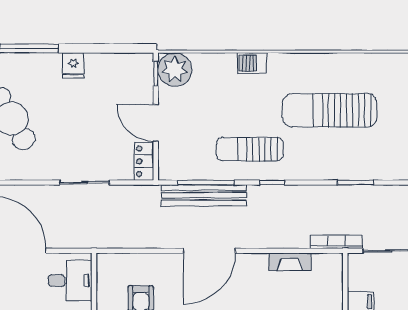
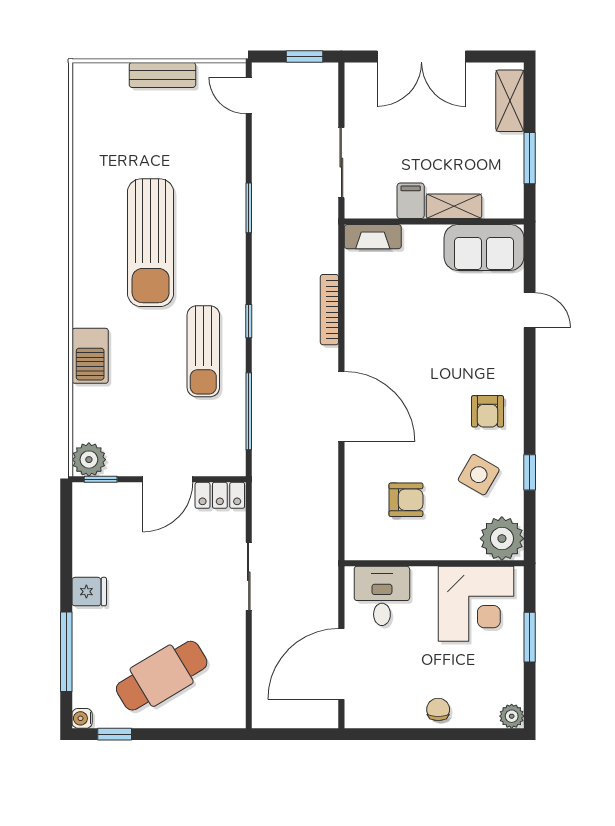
barbecue: (252, 63) -> (90, 356), width x1.38, depth x1.27
plant: (175, 70) -> (89, 460), width x0.73, depth x0.73
bench: (204, 195) -> (266, 414), removed
bookcase: (336, 242) -> (329, 310), moved
fireplace: (290, 262) -> (373, 237), moved, turned 90

